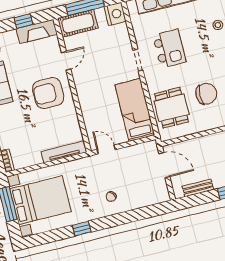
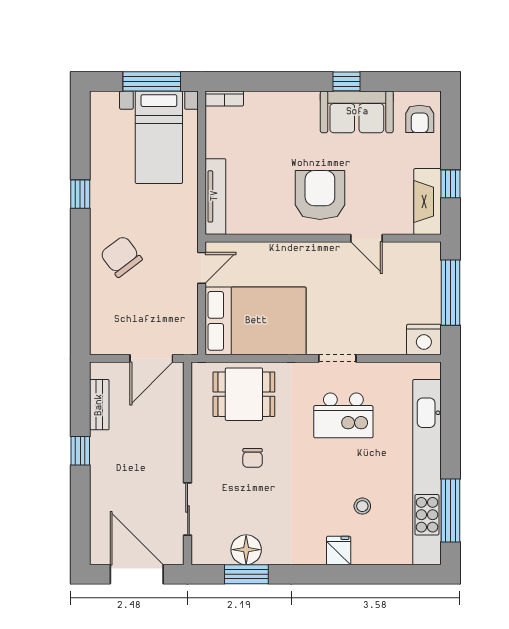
cot: (78, 23) -> (424, 274), removed
chair: (206, 94) -> (253, 458), width x0.54, depth x0.54
bed: (135, 110) -> (256, 321), width x1.50
chair: (111, 197) -> (121, 256), width x1.87, depth x1.87
bed with nightstands: (40, 200) -> (159, 137), width x0.73

